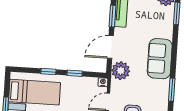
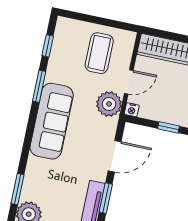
sofa: (160, 59) -> (52, 121), width x1.36
plant: (121, 71) -> (109, 104), moved

